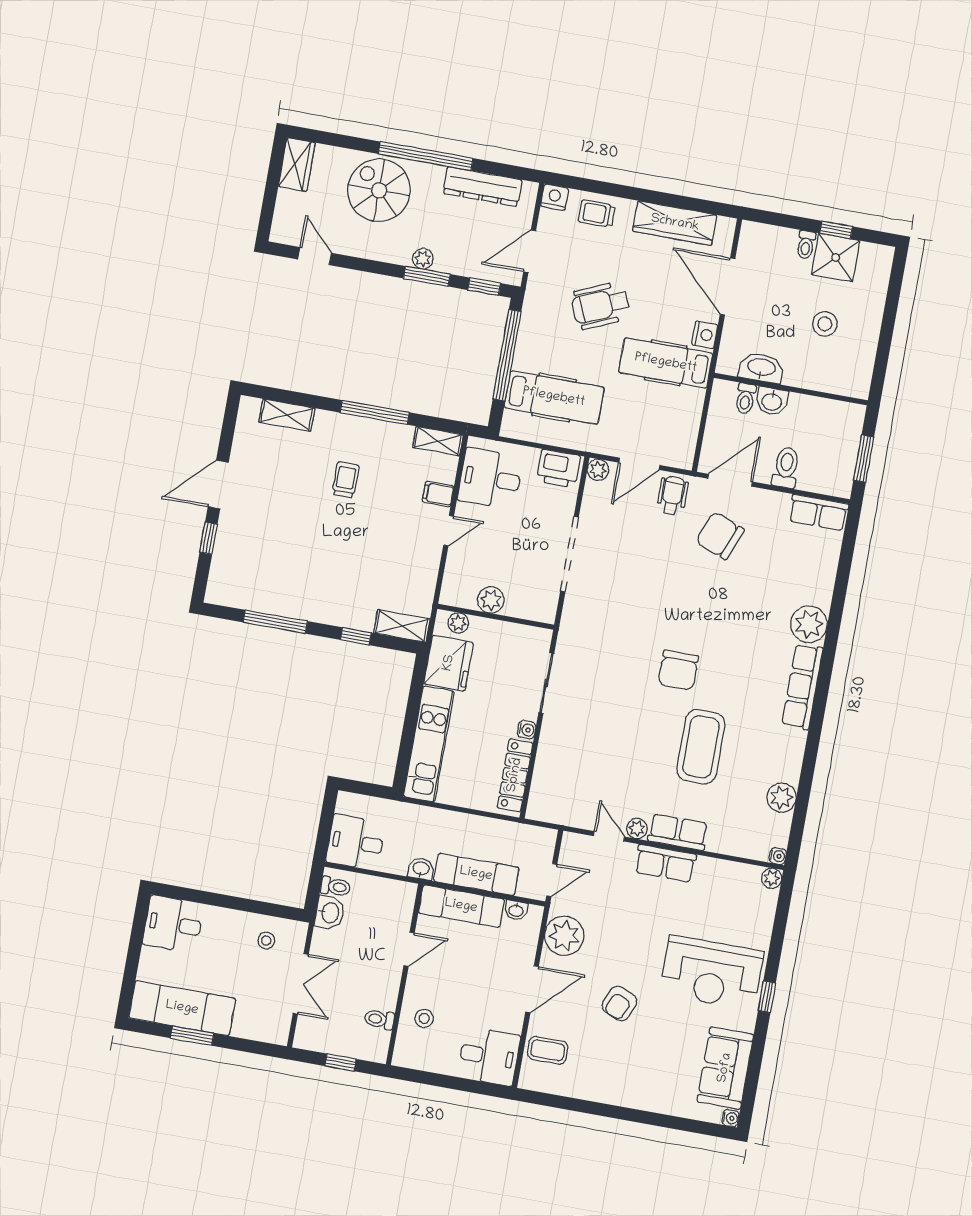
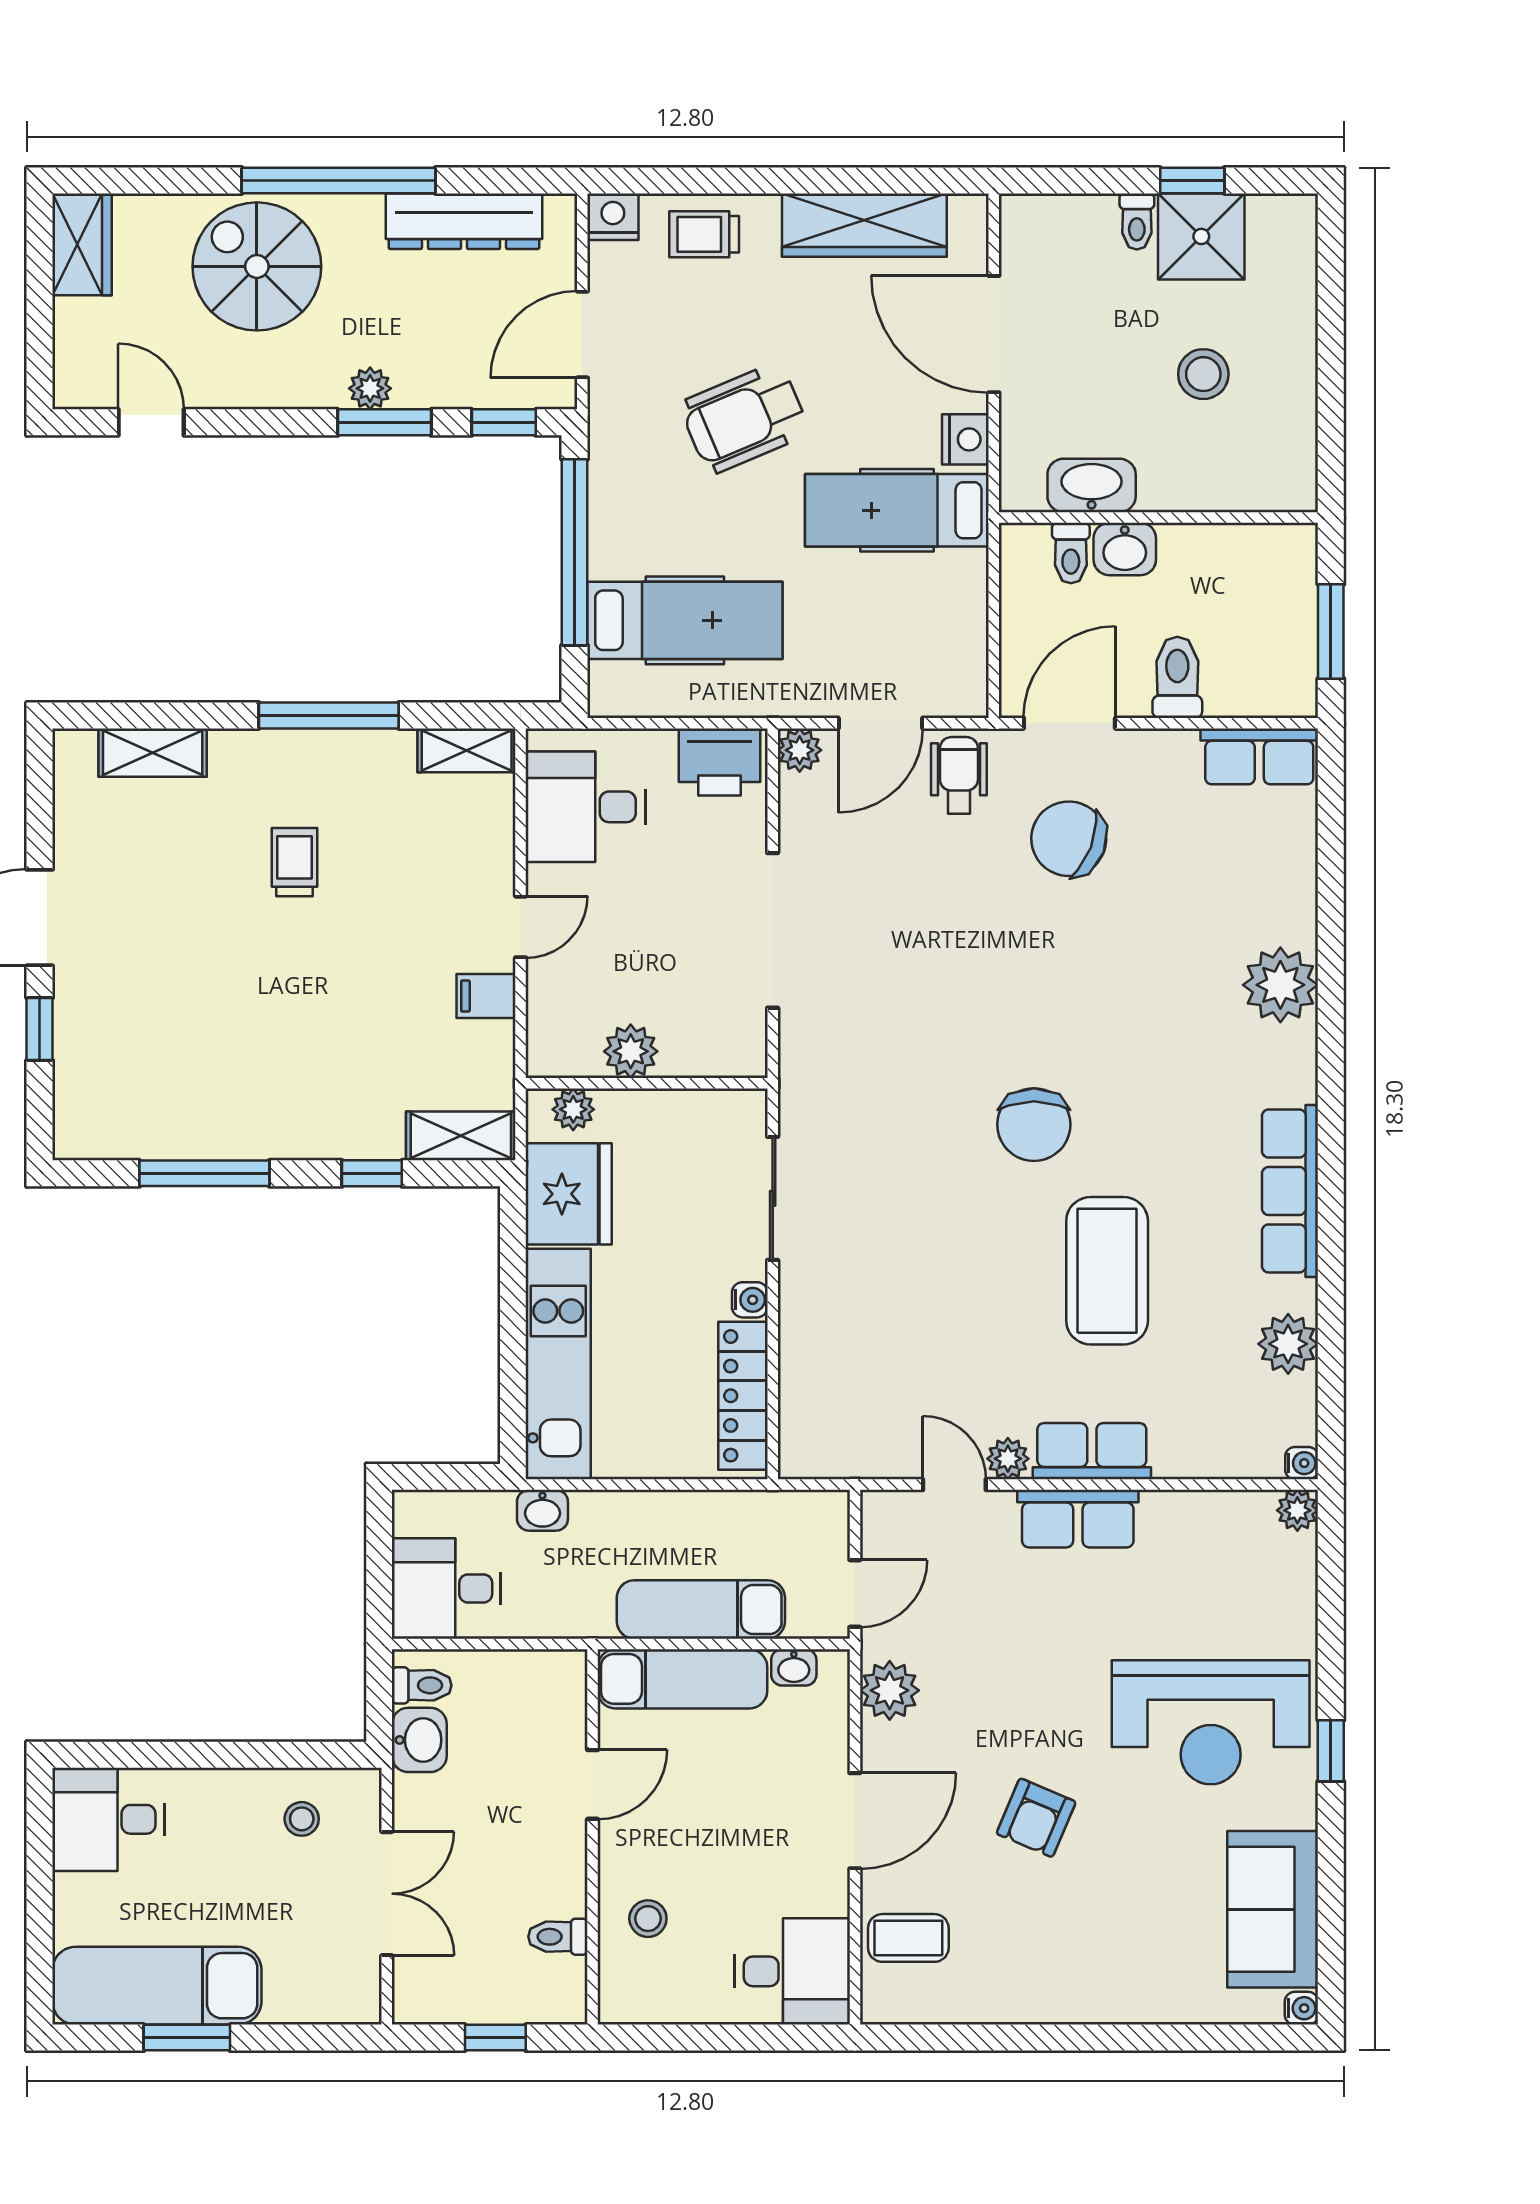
filing cabinet: (438, 494) -> (486, 996), moved
row of seats: (803, 687) -> (1290, 1191), moved
washbasin: (421, 869) -> (542, 1510), moved, turned 180
plant: (564, 936) -> (890, 1690), width x0.73, depth x0.73

